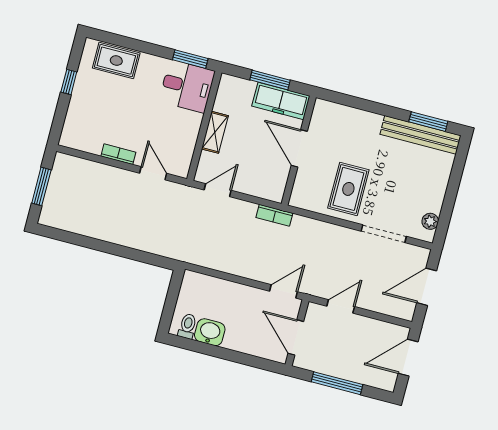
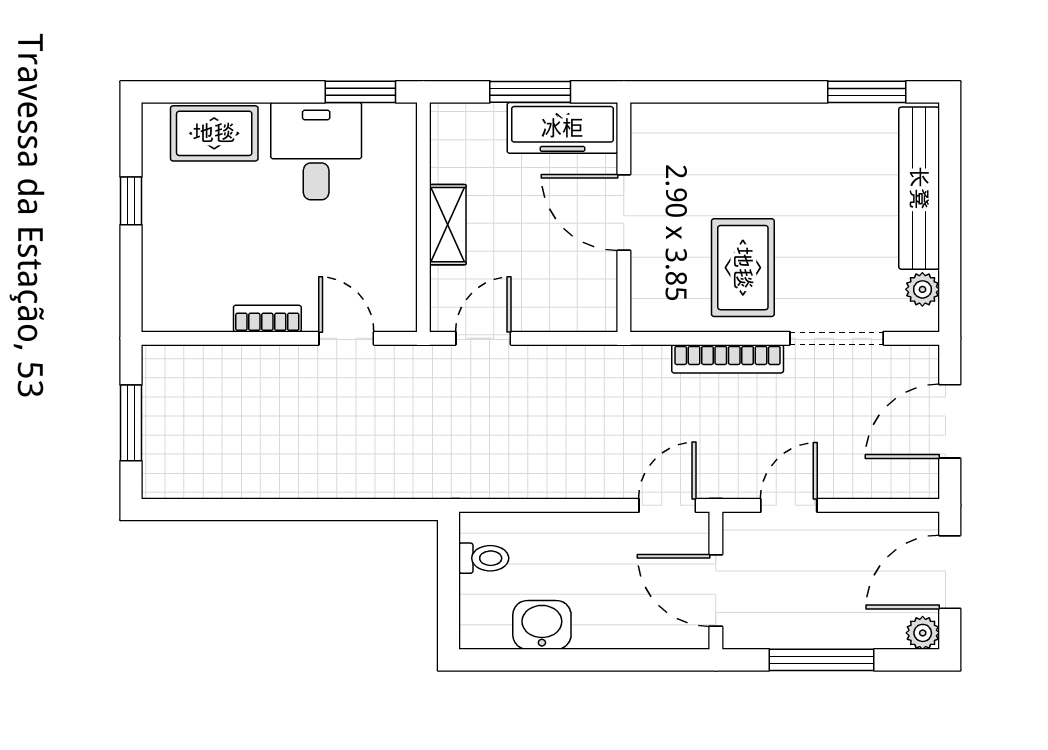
desk: (187, 86) -> (316, 151), moved, turned -90
bench: (421, 135) -> (919, 188), moved, turned 90
bookcase: (274, 215) -> (728, 359), moved, width x1.56
toilet: (187, 326) -> (484, 558), moved, turned 90
plant: (388, 383) -> (923, 633), added

